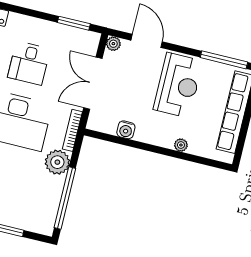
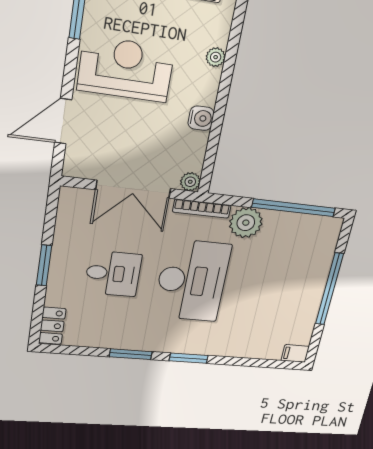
window: (74, 23) -> (44, 265), moved
plant: (113, 44) -> (190, 182), moved
water cooler: (126, 130) -> (201, 118), moved

